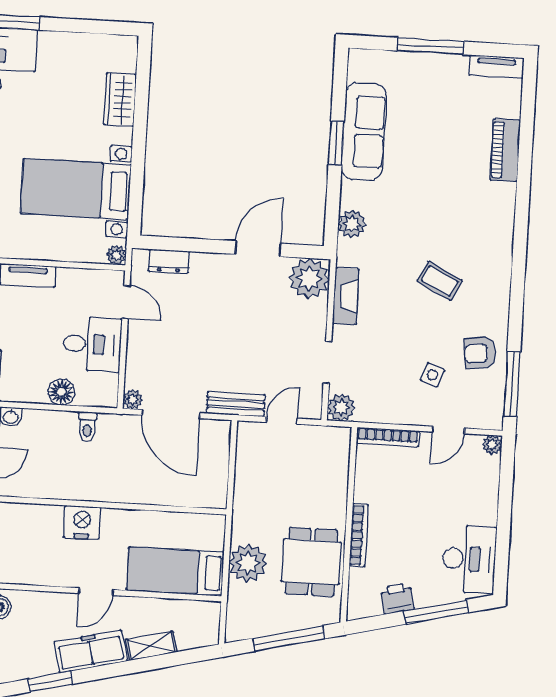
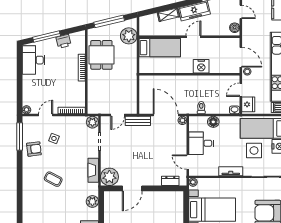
plant: (248, 563) -> (129, 36), moved

